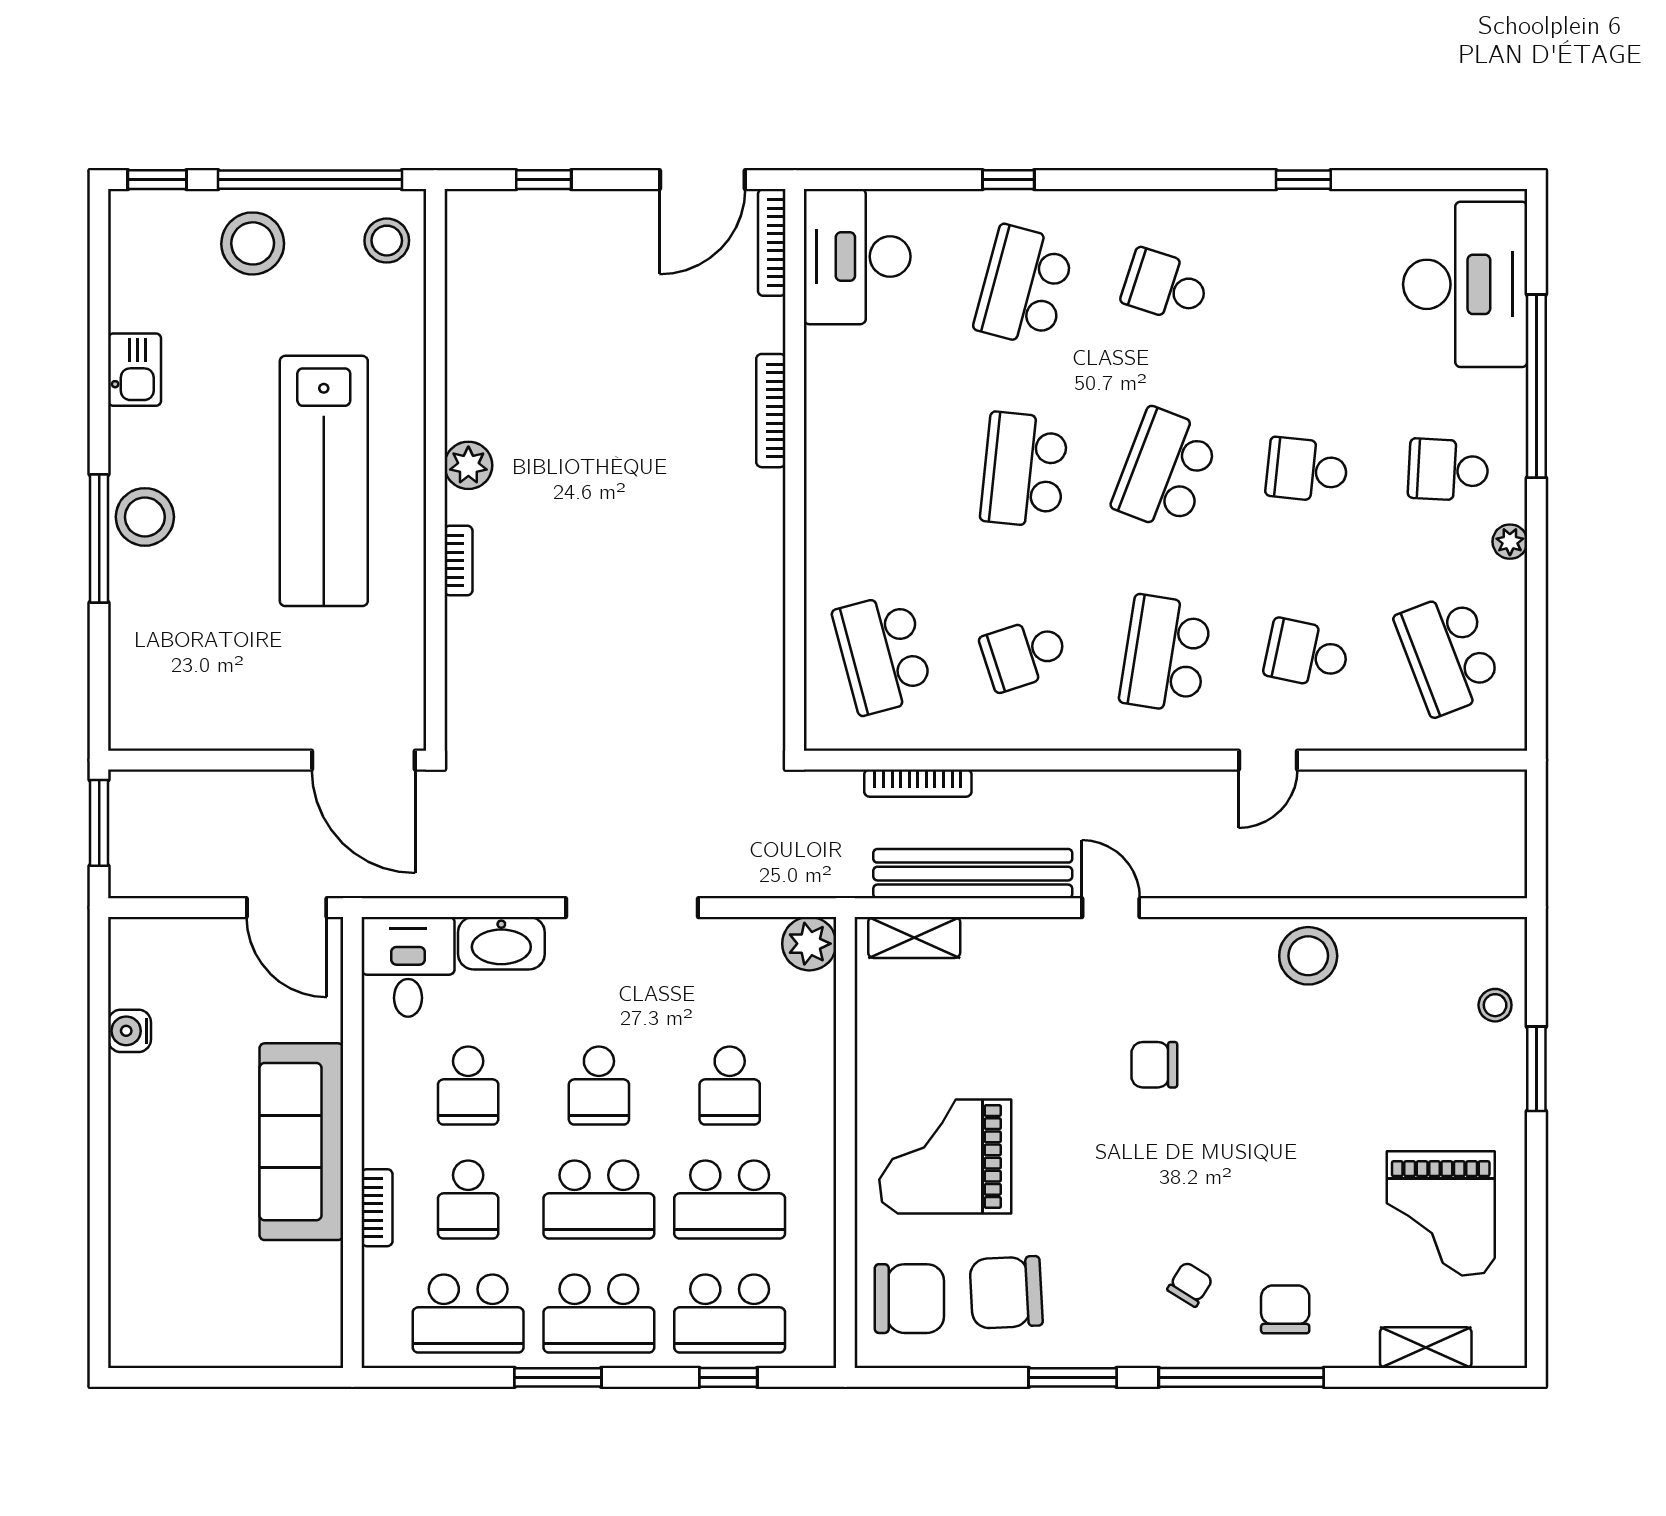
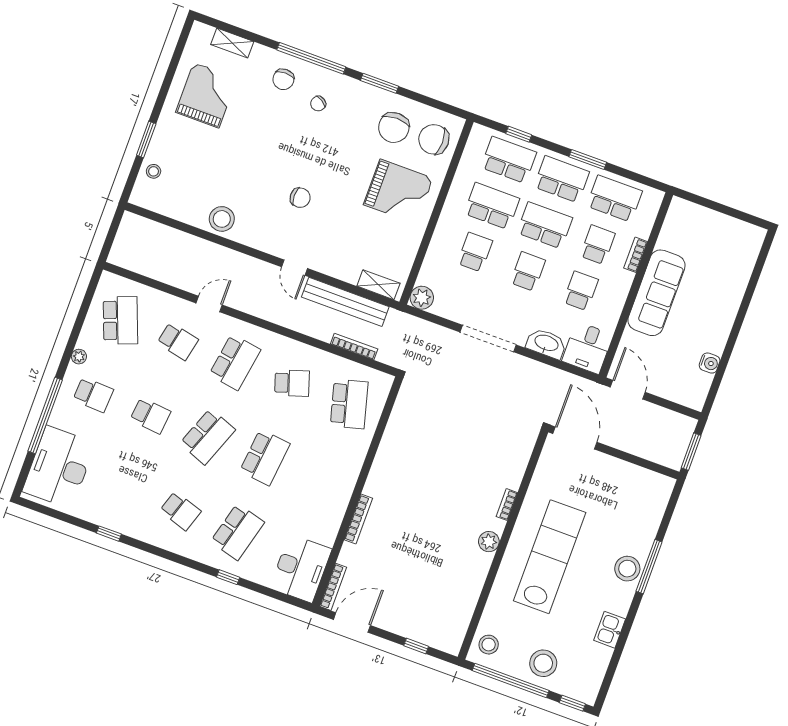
chair: (1006, 1292) -> (394, 128), turned 93

